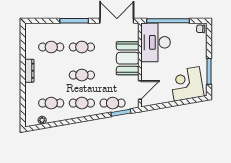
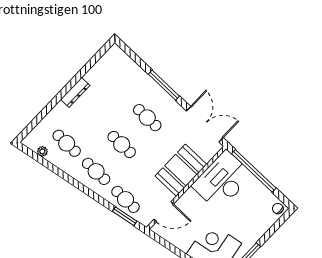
cafe table: (51, 47) -> (118, 90), removed

